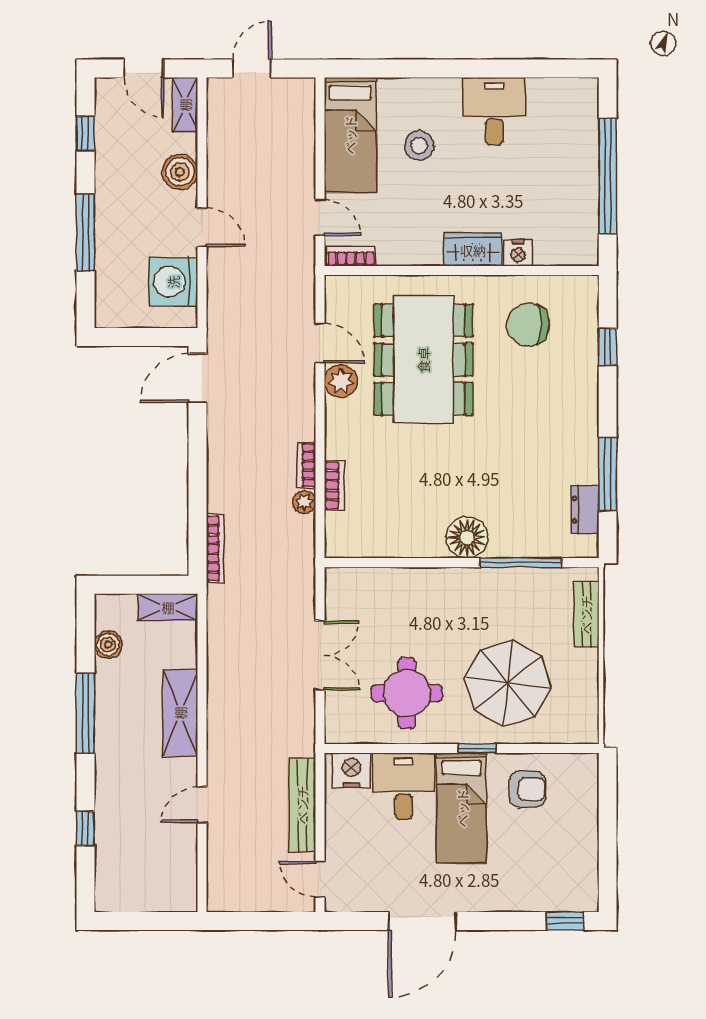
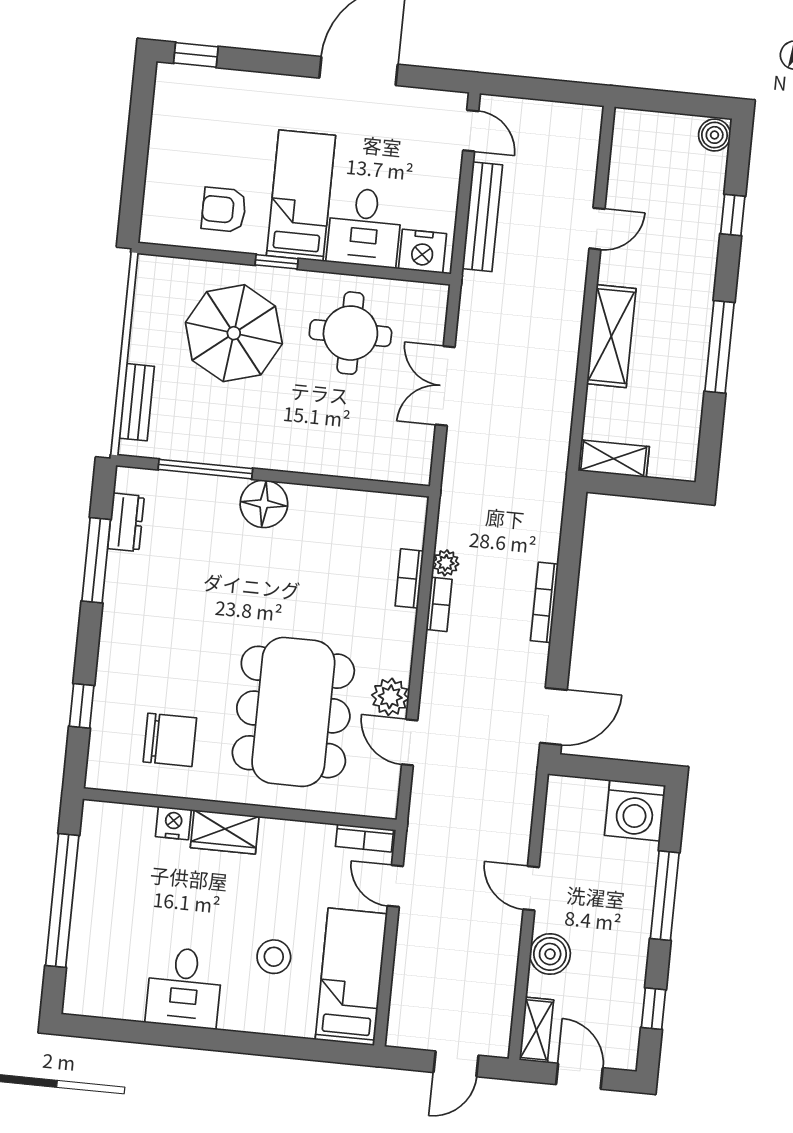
washing machine: (173, 282) -> (635, 810), moved, turned 90
bookcase: (215, 549) -> (544, 602), moved
boiler: (108, 645) -> (715, 135), moved

